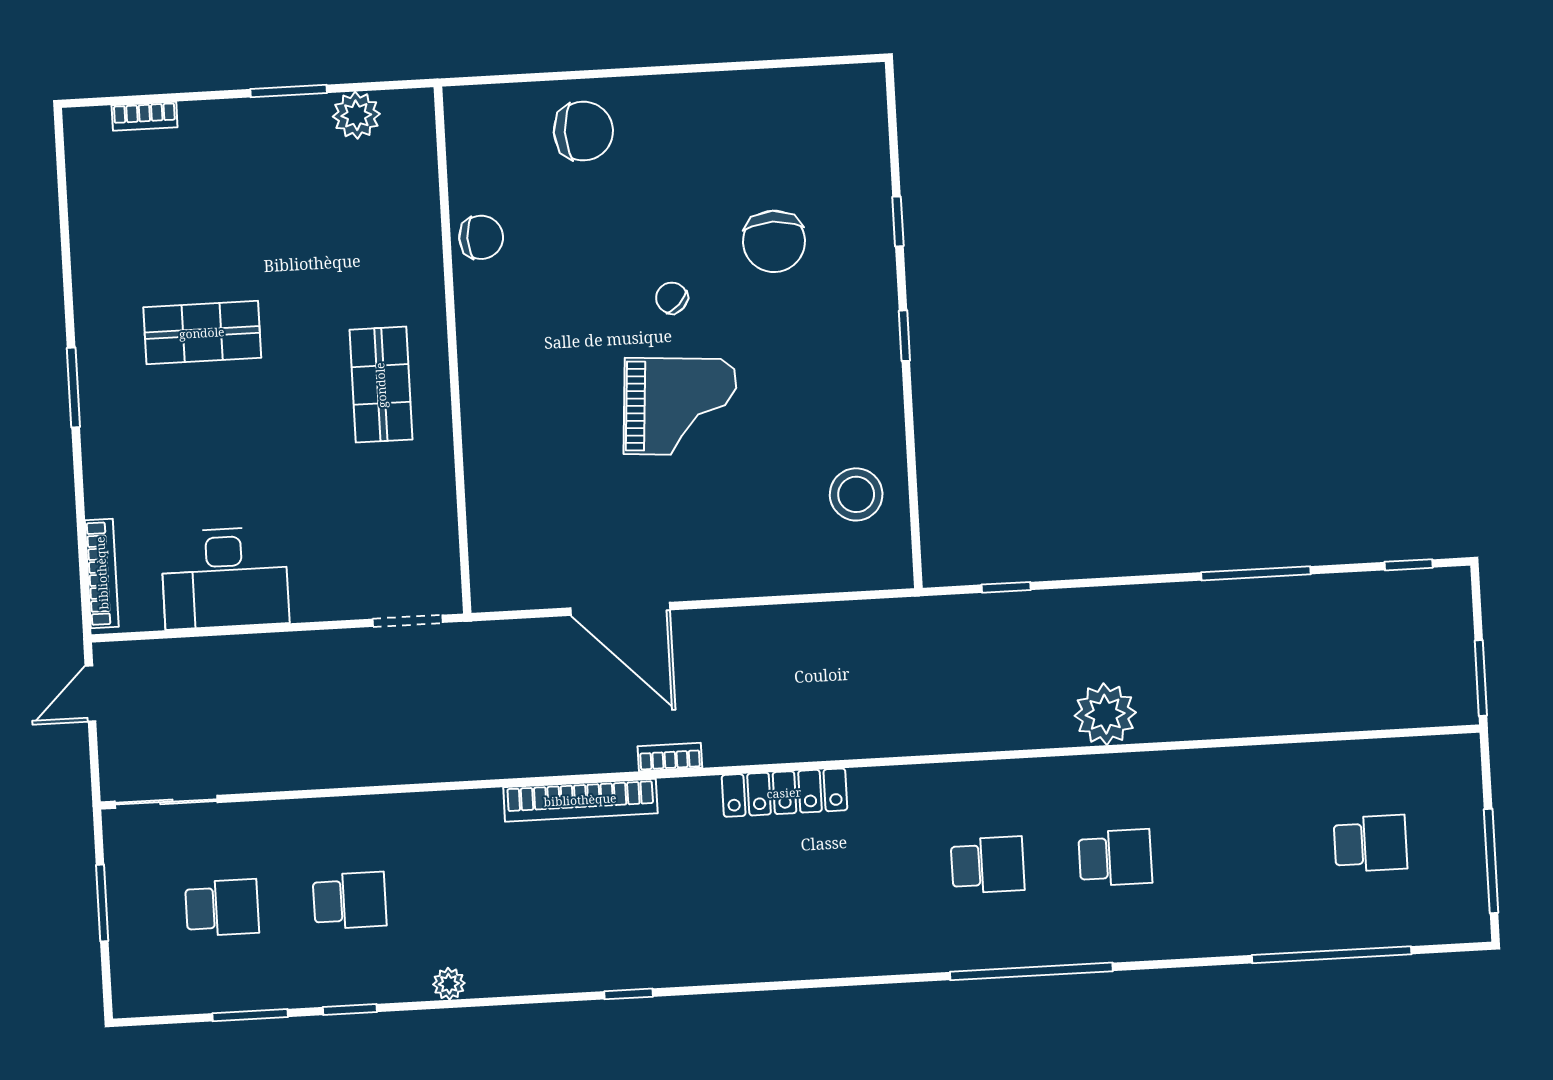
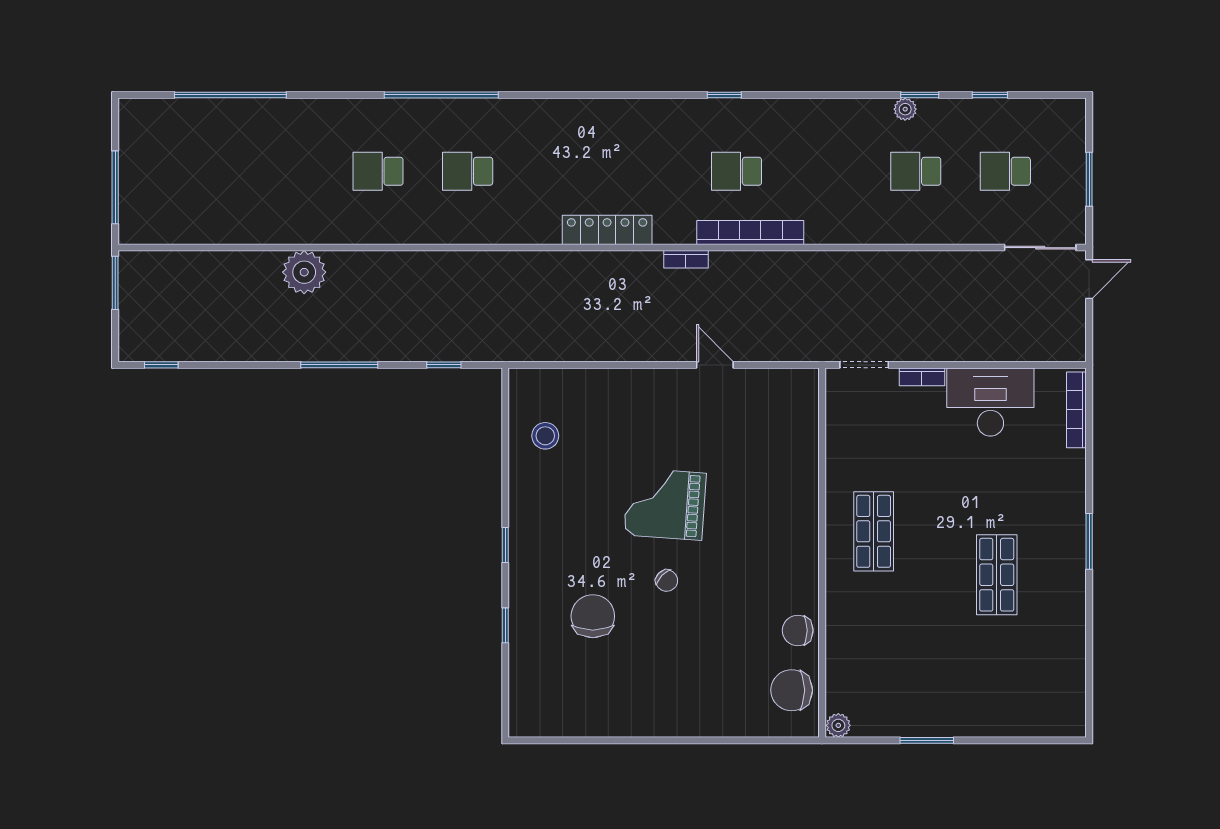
plant: (356, 115) -> (838, 725), moved, width x0.73, depth x0.73
bookcase: (145, 116) -> (922, 377), moved, turned 180
chair: (583, 131) -> (792, 690), moved
shop shelf: (202, 333) -> (997, 575), turned 90
stool: (856, 494) -> (545, 436), width x0.73, depth x0.73
window: (1256, 573) -> (339, 365), moved
door: (620, 609) -> (715, 365), width x0.53
door: (90, 694) -> (1089, 279), moved
plant: (1105, 714) -> (304, 272), moved
school desk: (1370, 844) -> (737, 171), moved
window: (1491, 861) -> (115, 187), moved
plant: (449, 984) -> (905, 109), moved
window: (250, 1015) -> (990, 95), width x0.67

